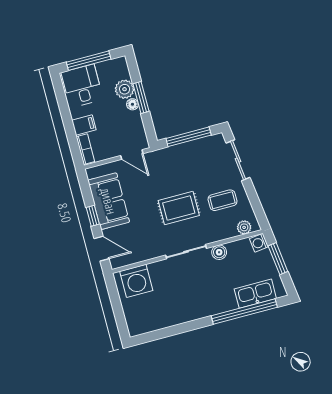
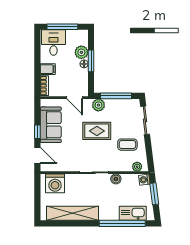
plant: (168, 156) -> (98, 105), added
rug: (179, 208) -> (97, 131), moved
shelving: (171, 316) -> (72, 213), added

